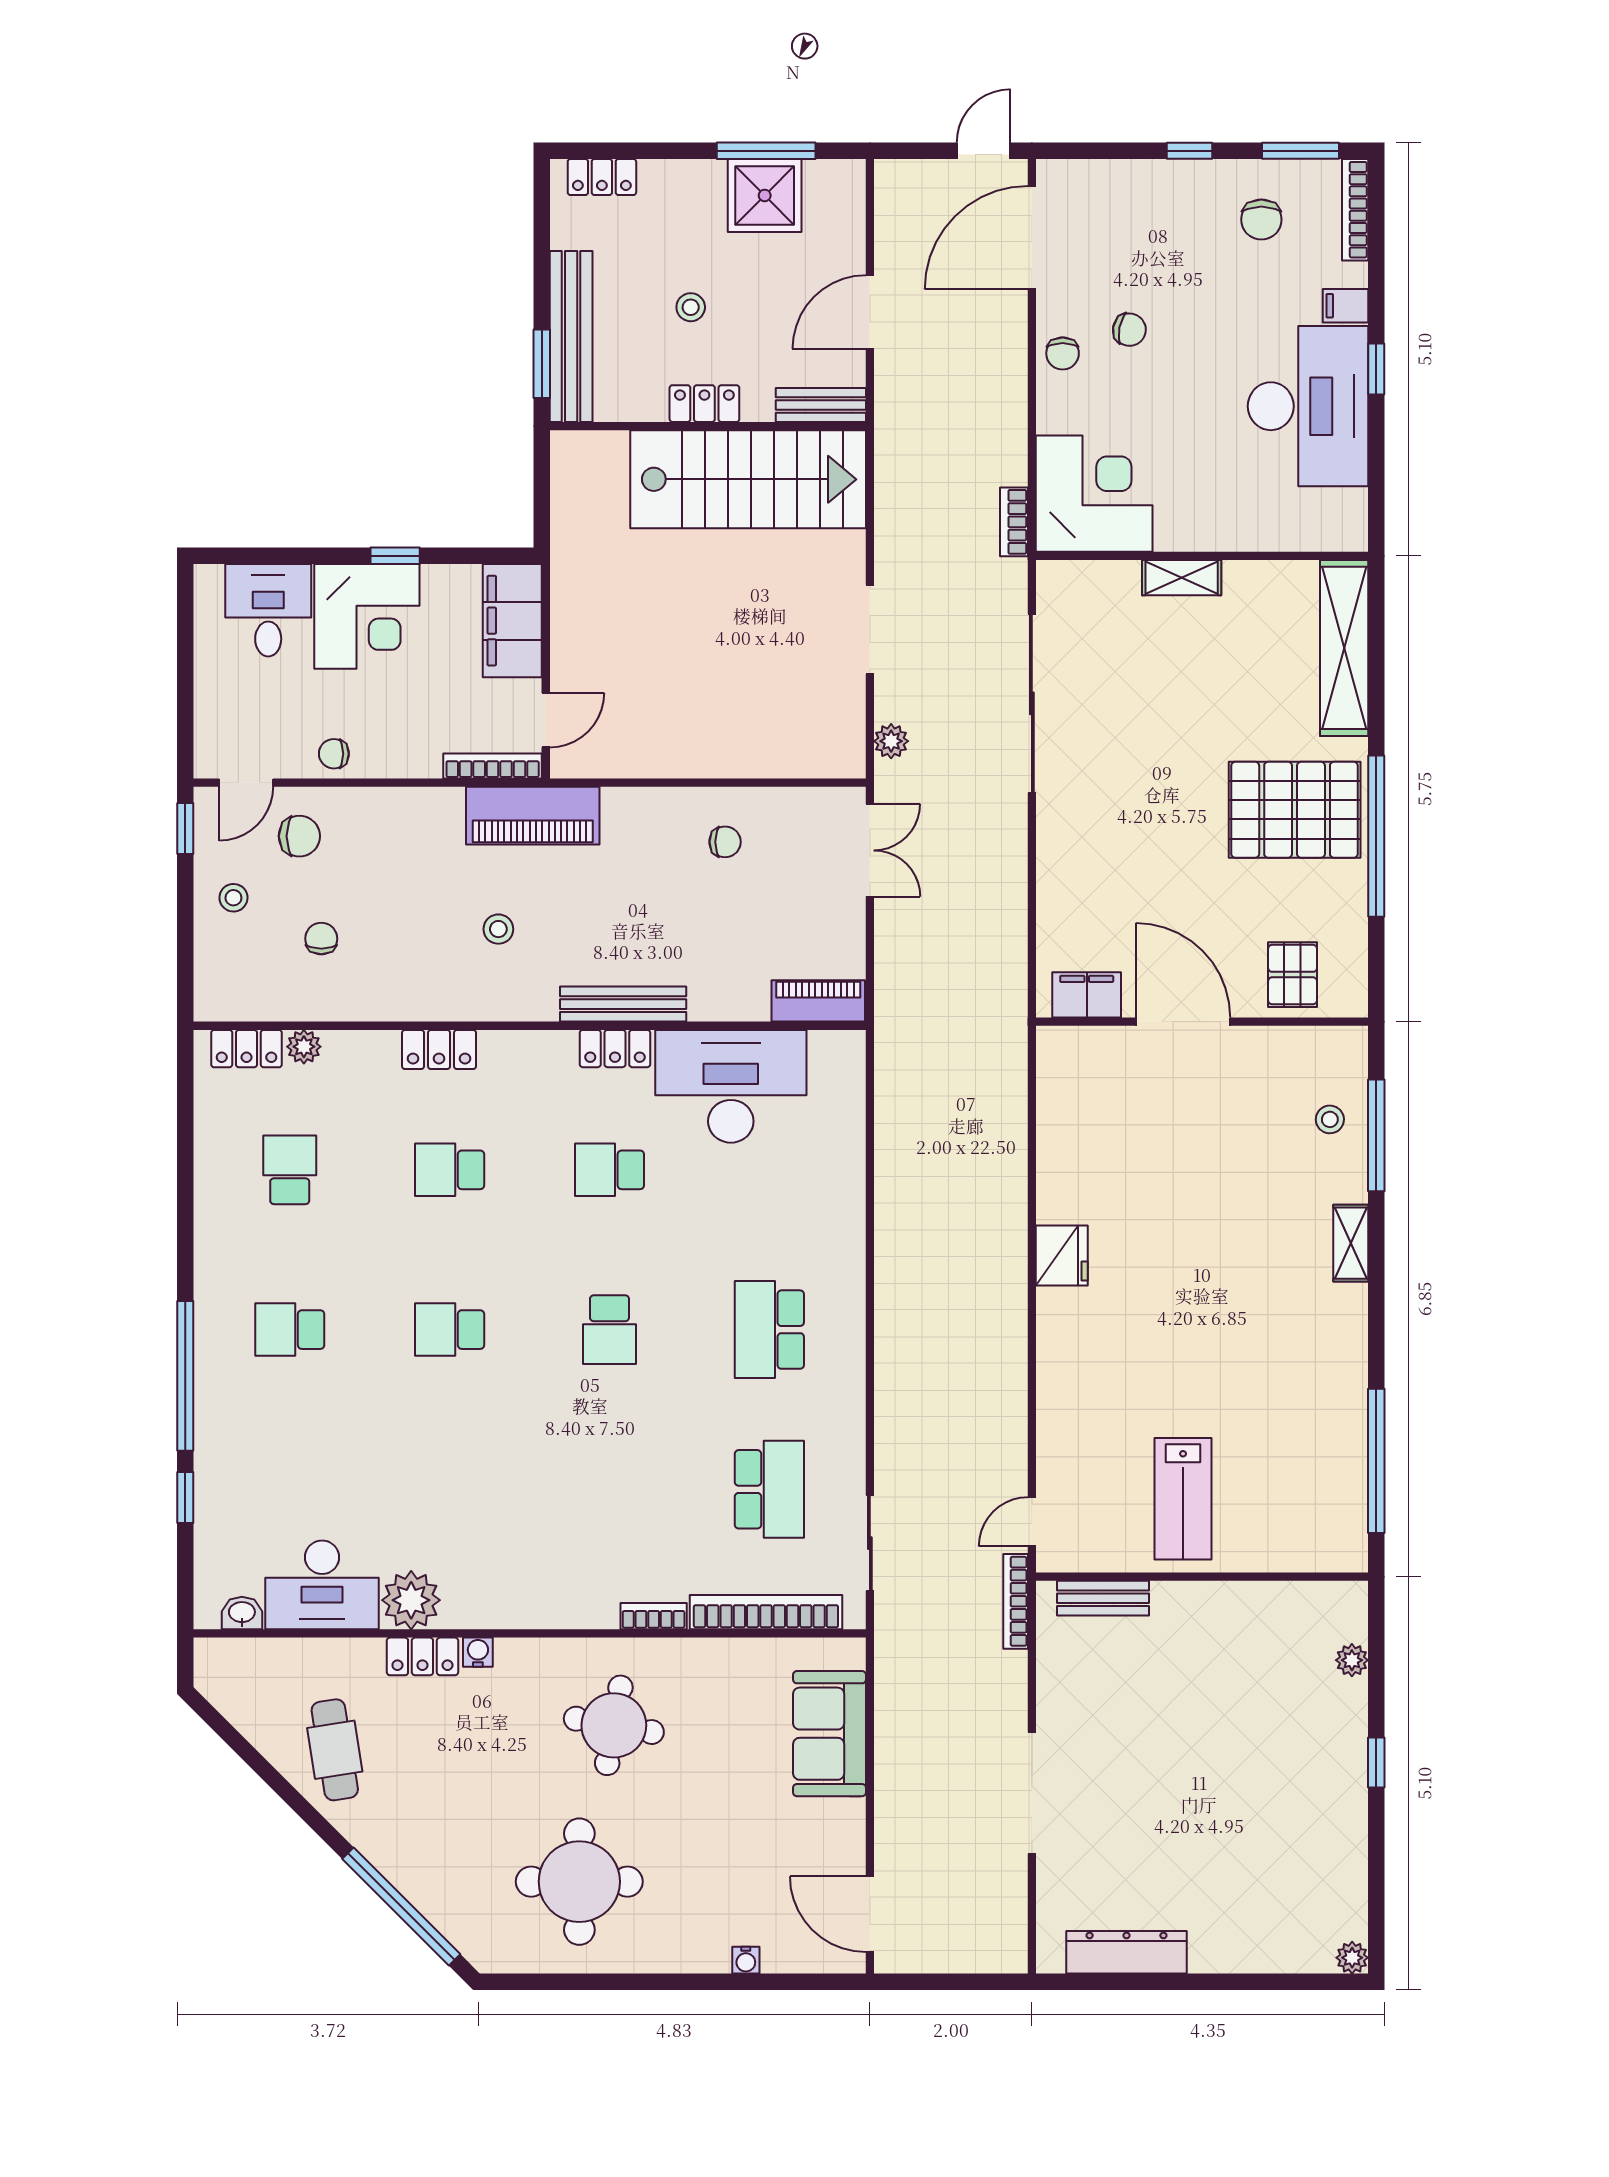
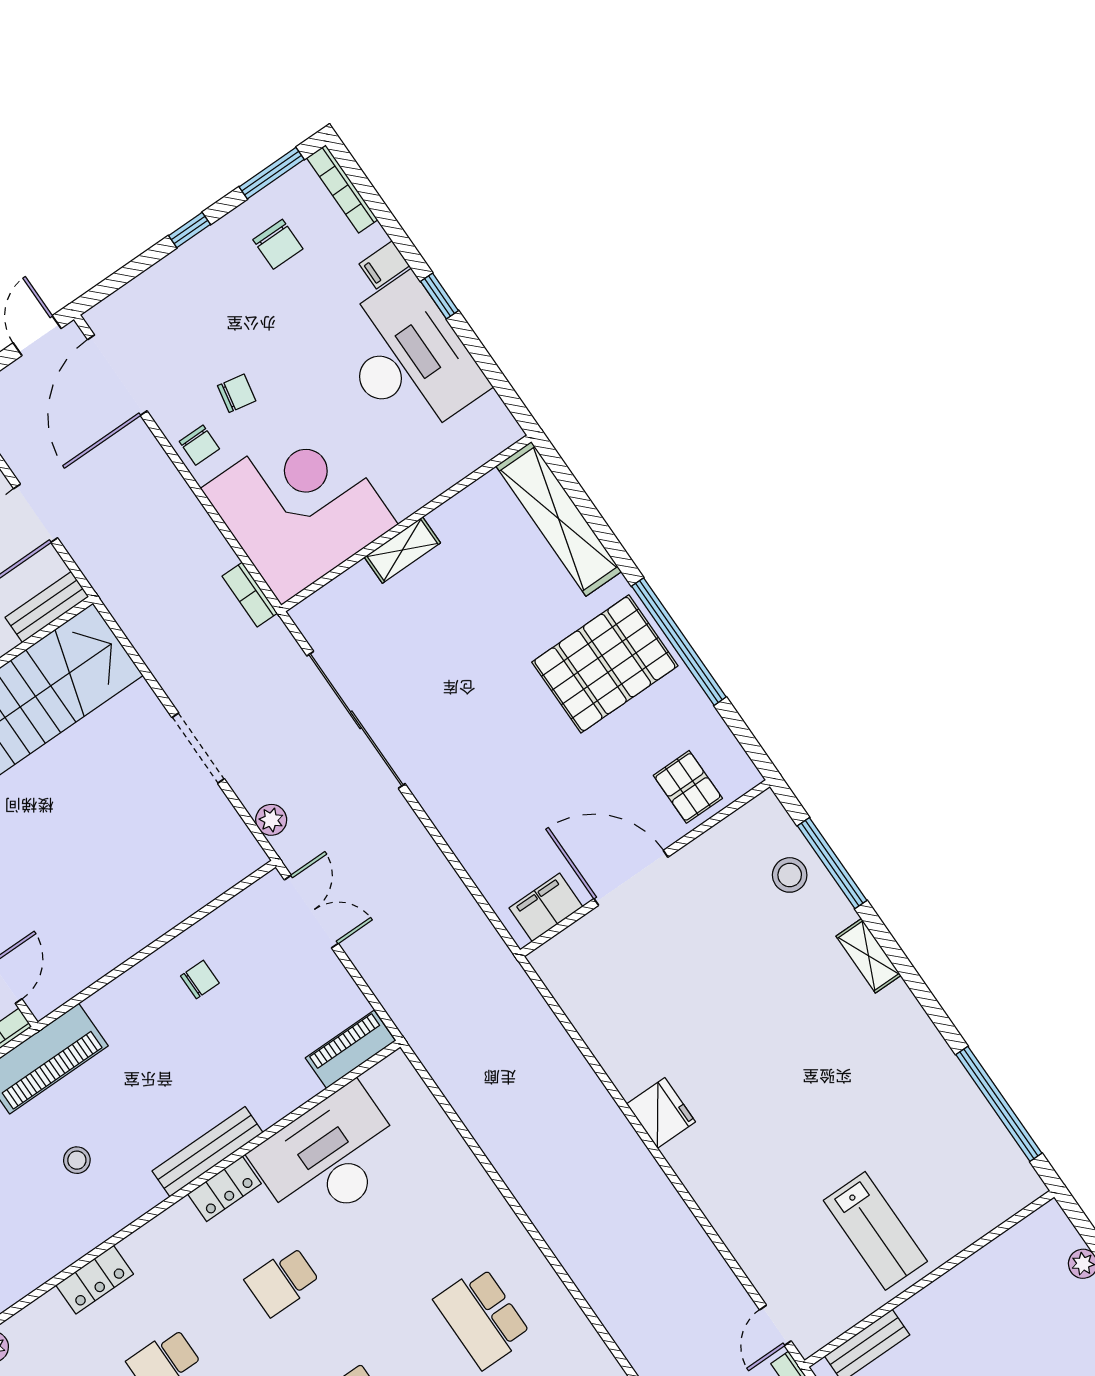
corner desk: (1094, 494) -> (299, 506), width x1.36, depth x1.36
stool: (1330, 1119) -> (790, 875), width x1.37, depth x1.37

